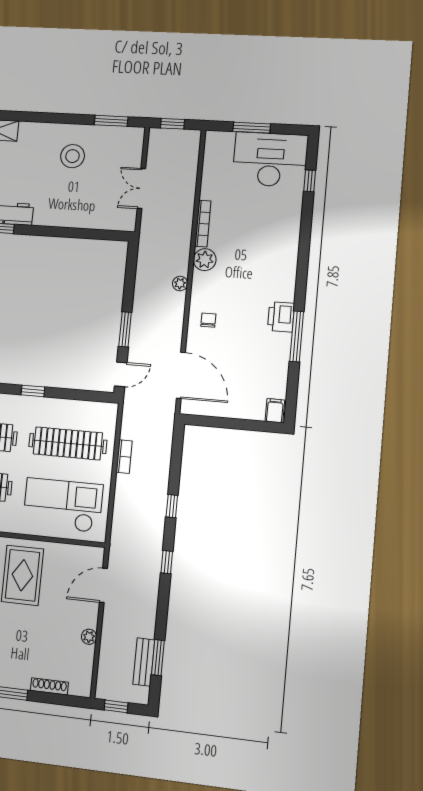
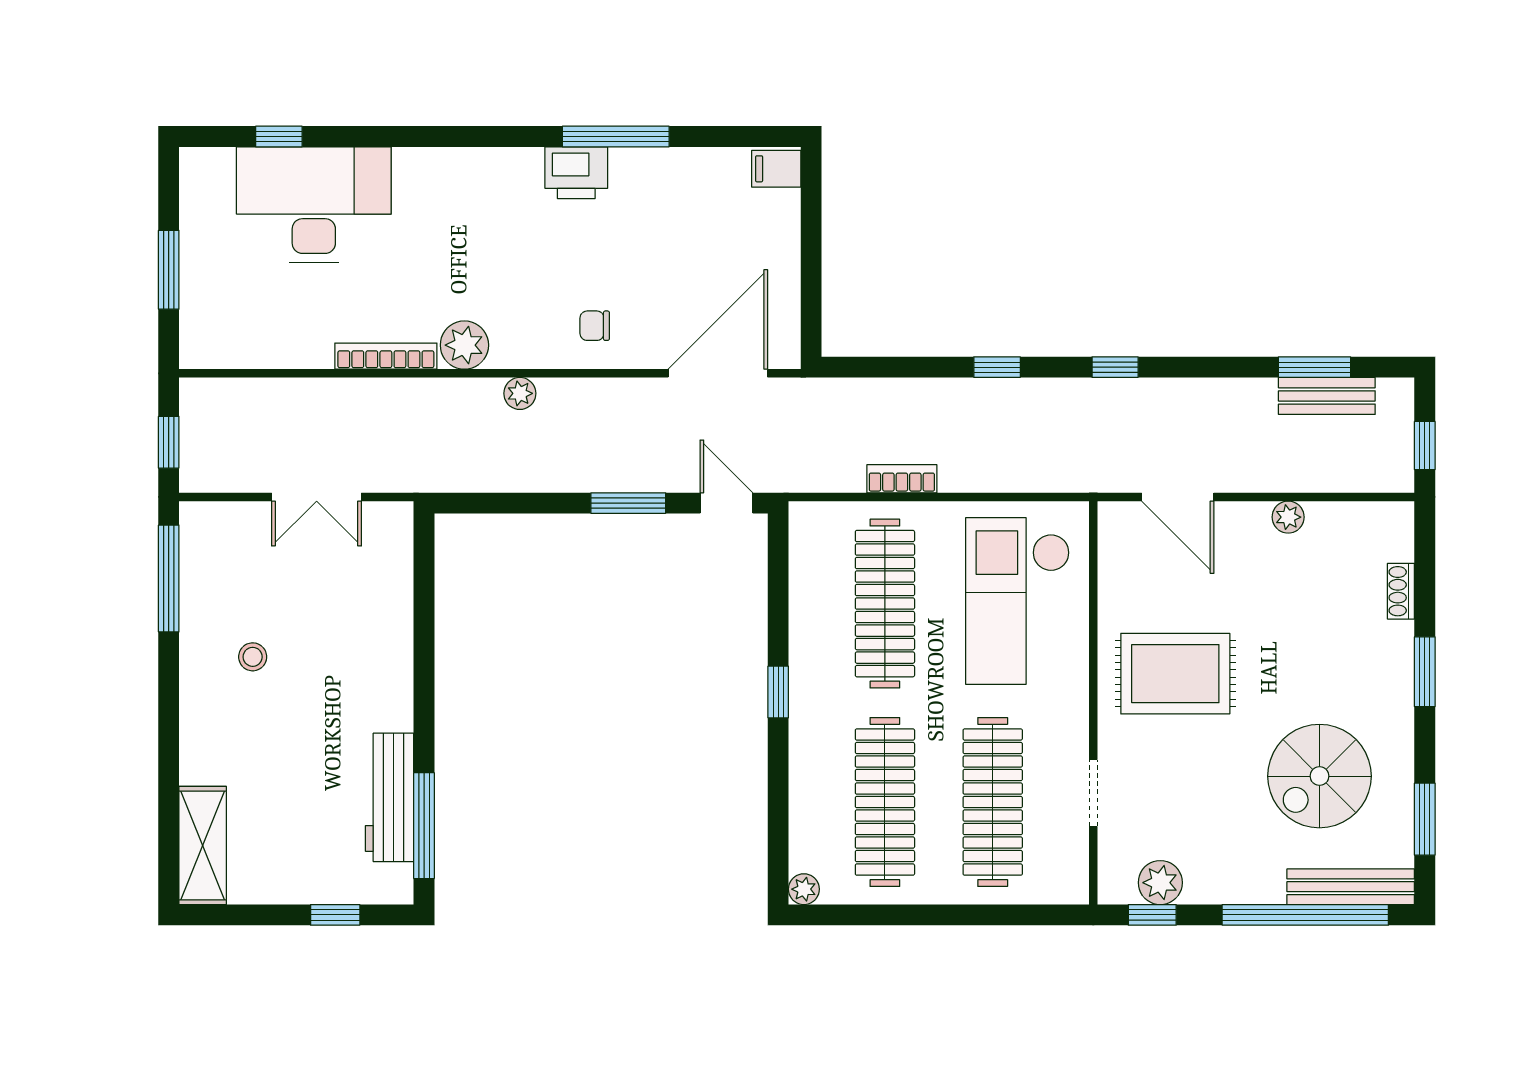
window: (111, 121) -> (169, 578), width x1.44
stool: (72, 156) -> (253, 657), width x0.53, depth x0.53
desk: (270, 160) -> (314, 205), moved, turned 90
shoe rack: (49, 686) -> (1401, 591), width x0.70

